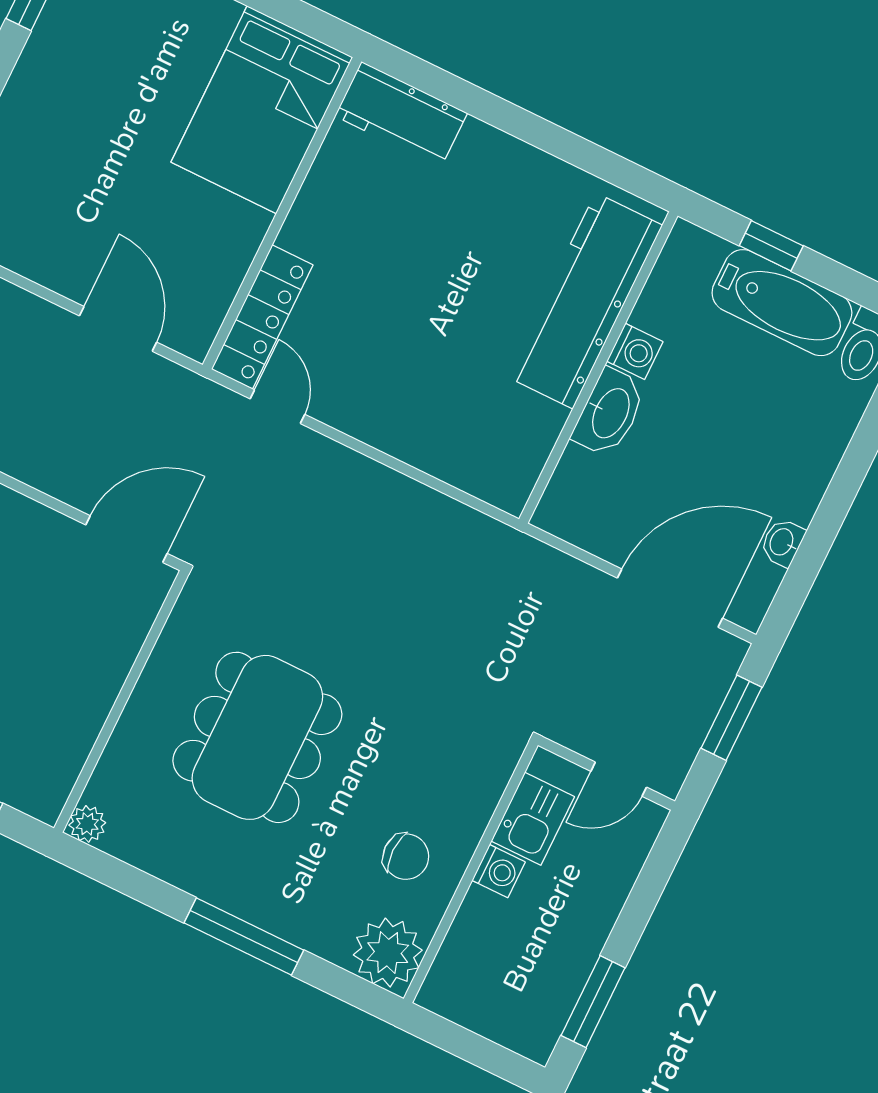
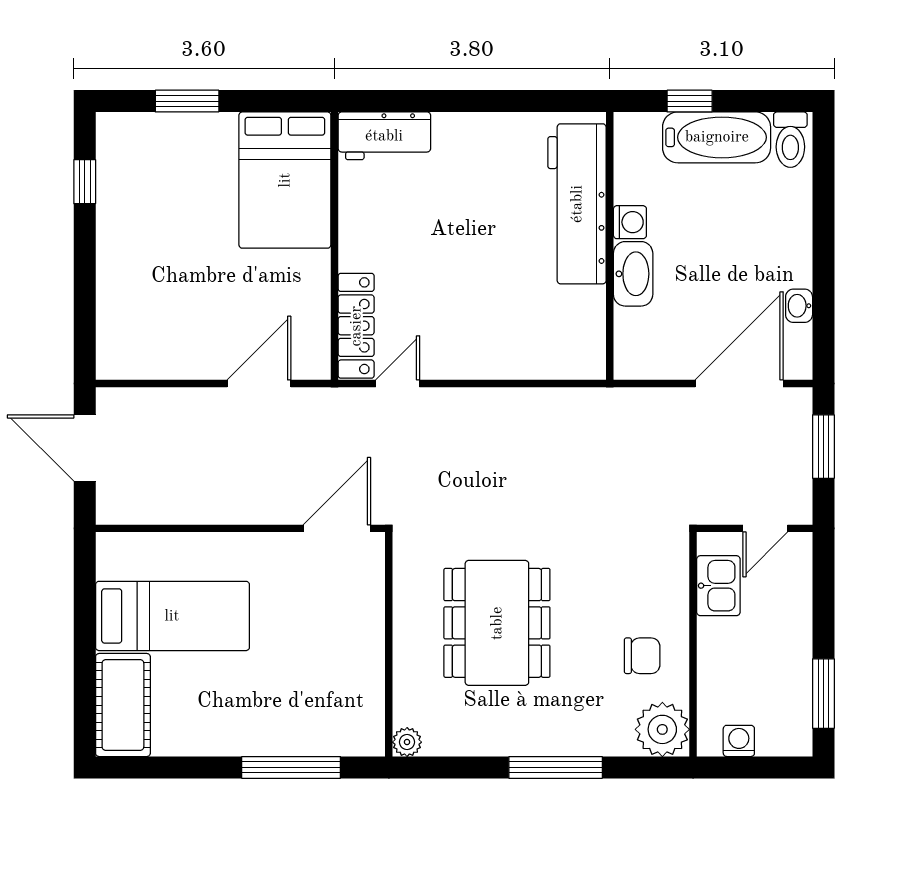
door: (118, 329) -> (259, 384), hinge flipped
door: (277, 407) -> (398, 384), hinge flipped
washing machine: (499, 871) -> (739, 741), moved, turned -90

